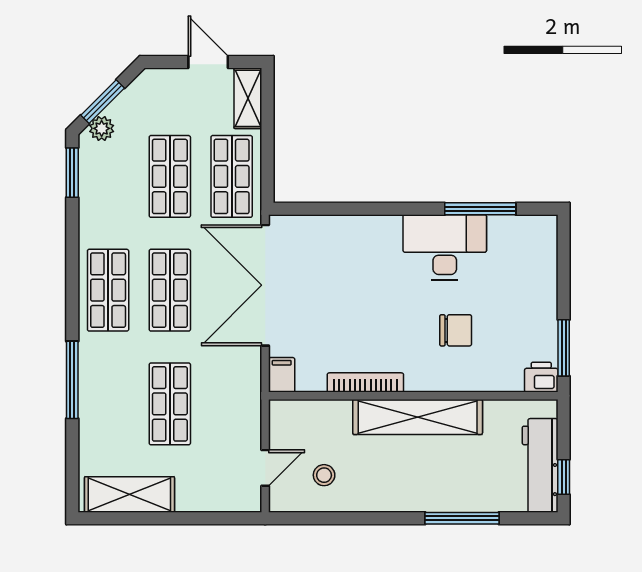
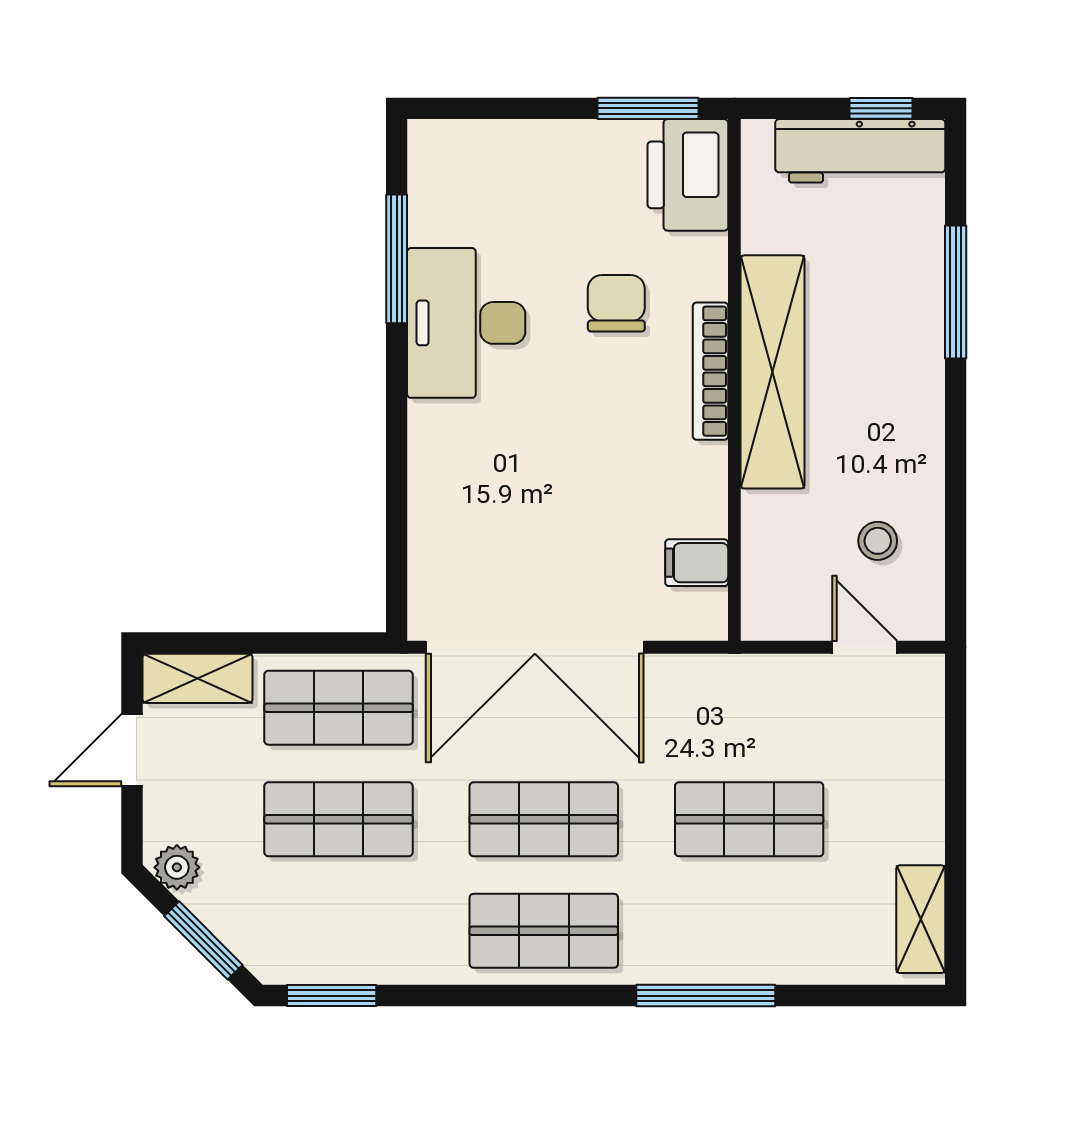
plant: (102, 128) -> (177, 867), moved
filing cabinet: (282, 375) -> (697, 563), moved
printer: (541, 377) -> (688, 175), width x1.87, depth x1.48
bookcase: (365, 382) -> (710, 371), moved
shelving: (129, 494) -> (921, 919), width x0.67, depth x0.75

